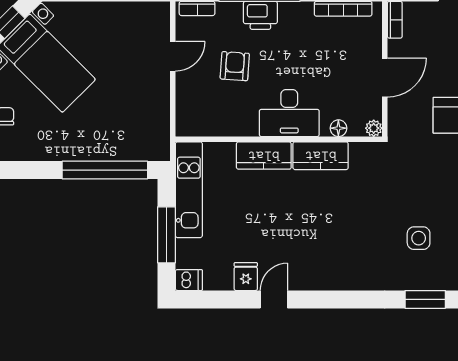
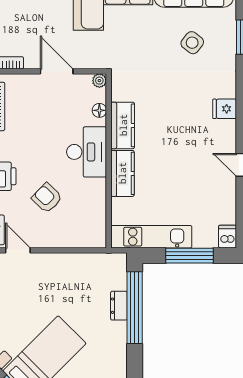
door: (173, 56) -> (18, 250), moved
armchair: (235, 66) -> (47, 198), turned 40
dresser: (107, 151) -> (119, 306), added
side table: (419, 238) -> (192, 43), turned 38
fridge: (246, 277) -> (225, 109), moved

